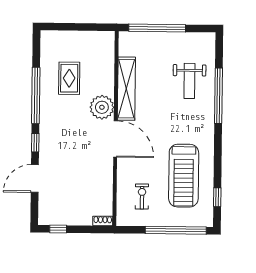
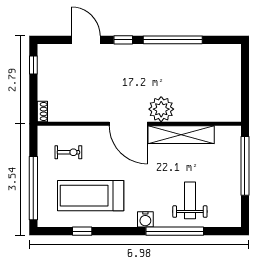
rug: (69, 78) -> (191, 75), removed
weight bench: (189, 81) -> (190, 200), turned 90
water cooler: (207, 124) -> (145, 219), added
door: (115, 139) -> (128, 124), hinge flipped
window: (217, 197) -> (82, 231), moved

